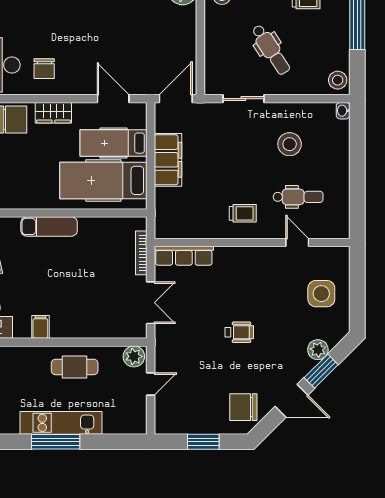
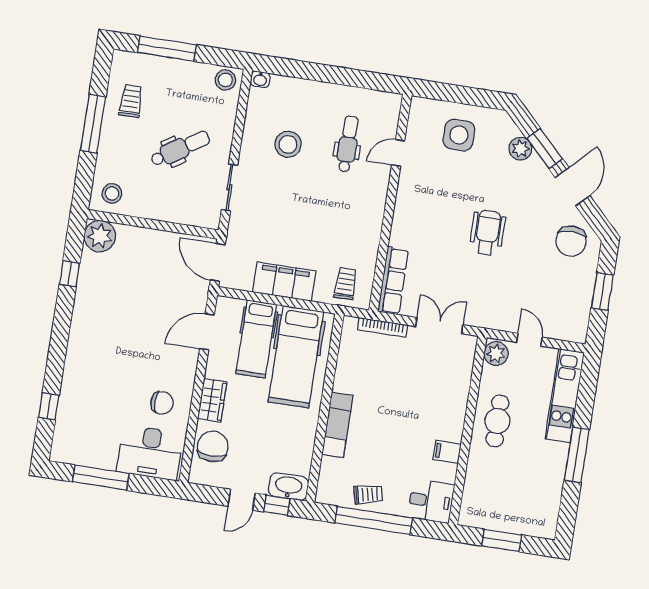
trolley: (243, 213) -> (346, 284), moved
wheelchair: (239, 332) -> (487, 233), width x1.36, depth x1.37
kitchen unit: (61, 423) -> (565, 396), moved

